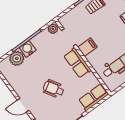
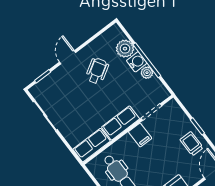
plant: (53, 29) -> (147, 73), moved
wheelchair: (54, 89) -> (97, 71), moved
row of seats: (93, 97) -> (92, 145), moved, turned -90

